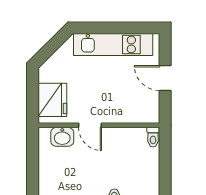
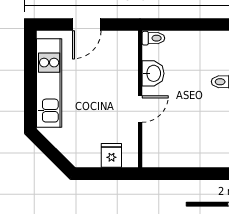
fridge: (52, 100) -> (111, 155), width x0.53, depth x0.75
washbasin: (62, 137) -> (153, 73), moved

